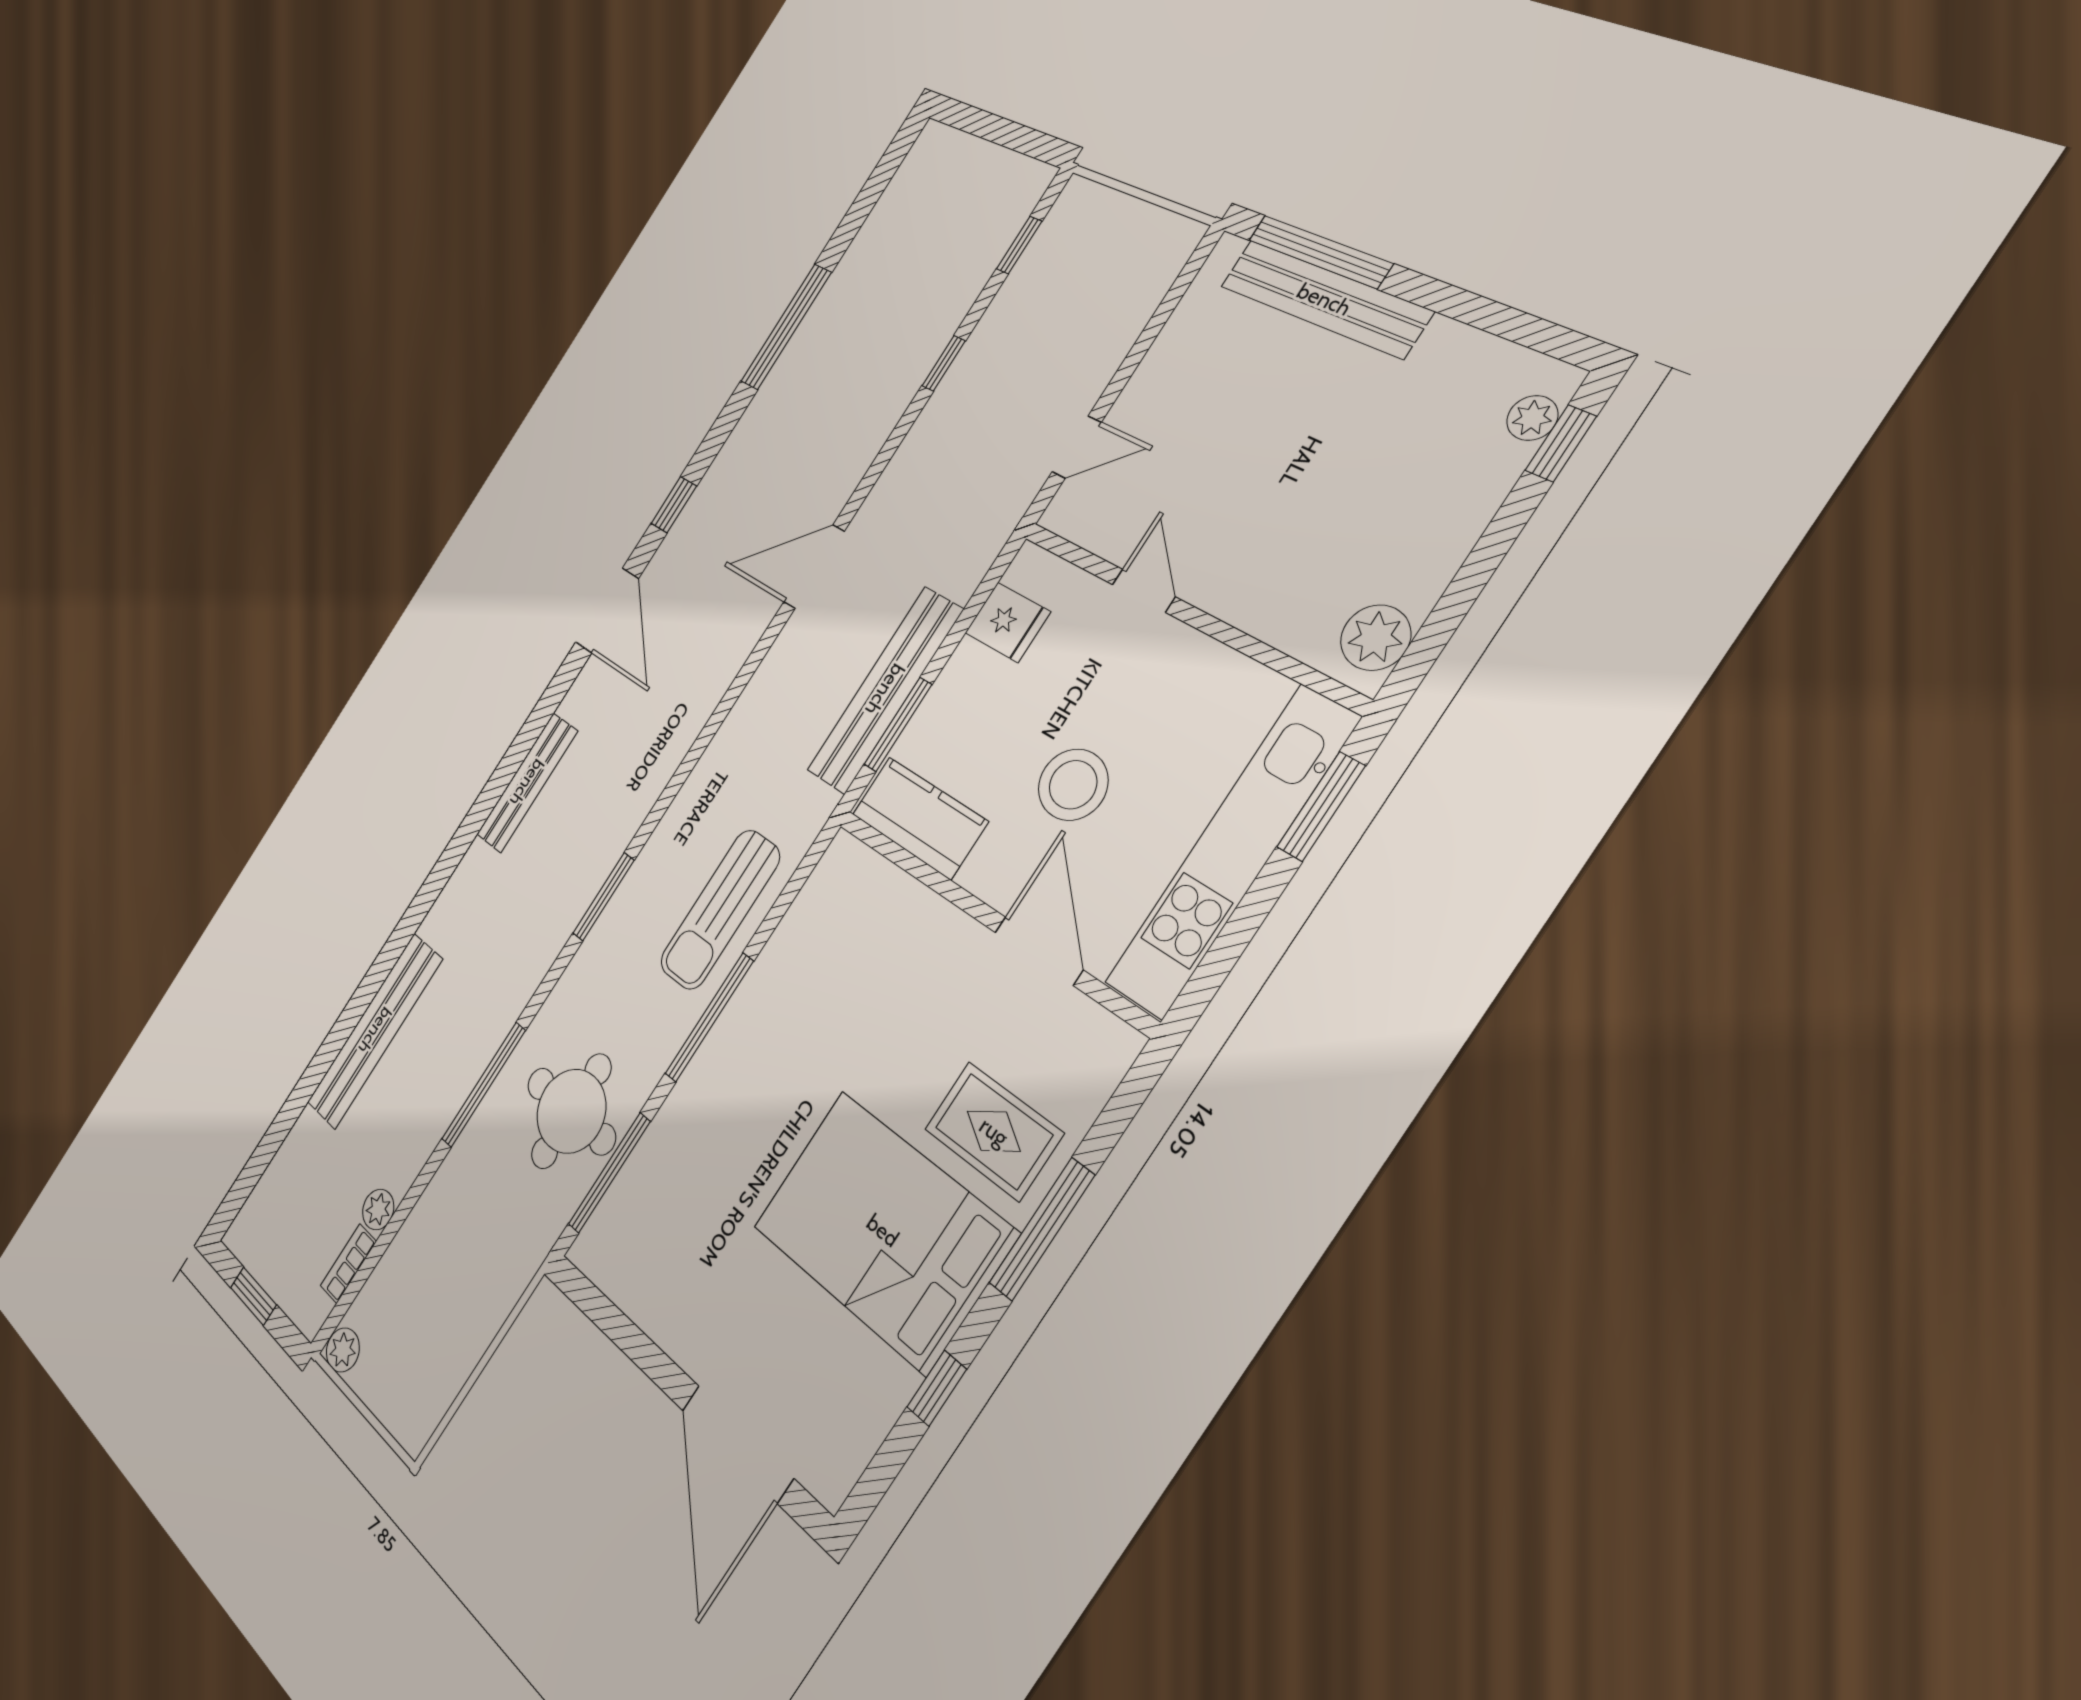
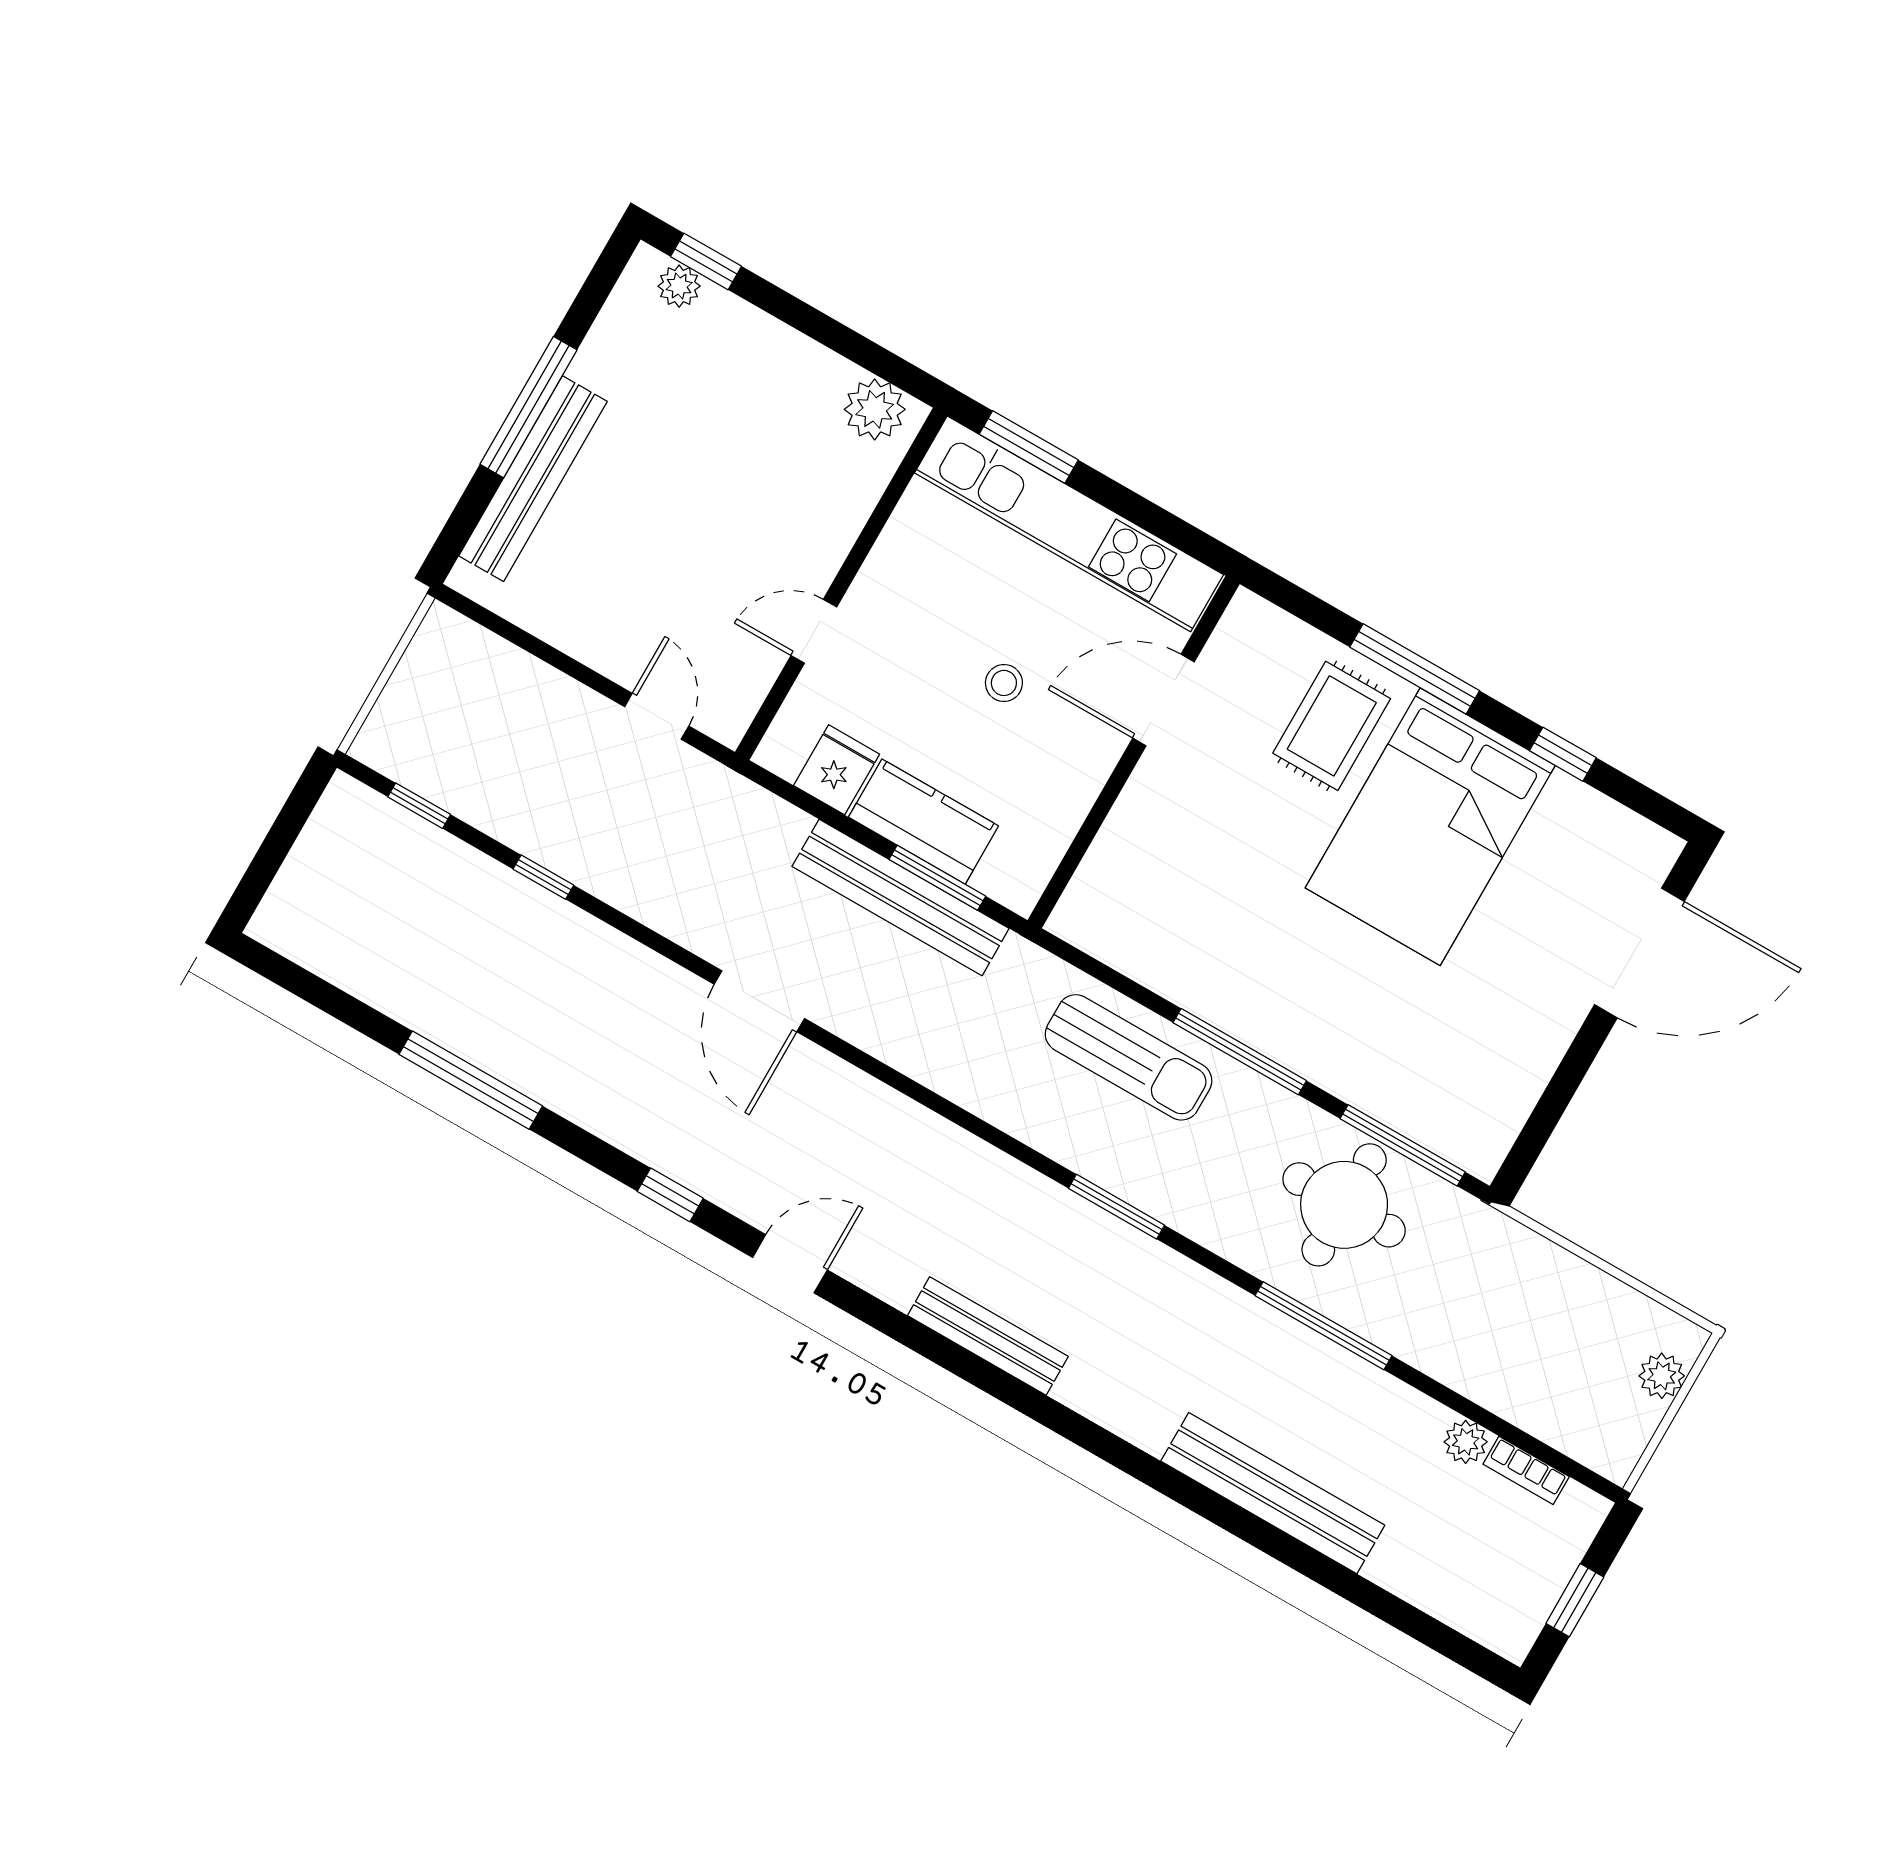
window: (1320, 252) -> (529, 407), moved
door: (607, 610) -> (790, 1264), width x0.73
stool: (1073, 785) -> (1004, 683), width x0.53, depth x0.53
kitchen counter: (920, 818) -> (924, 822), moved, turned 90
plant: (343, 1350) -> (1662, 1376), moved

